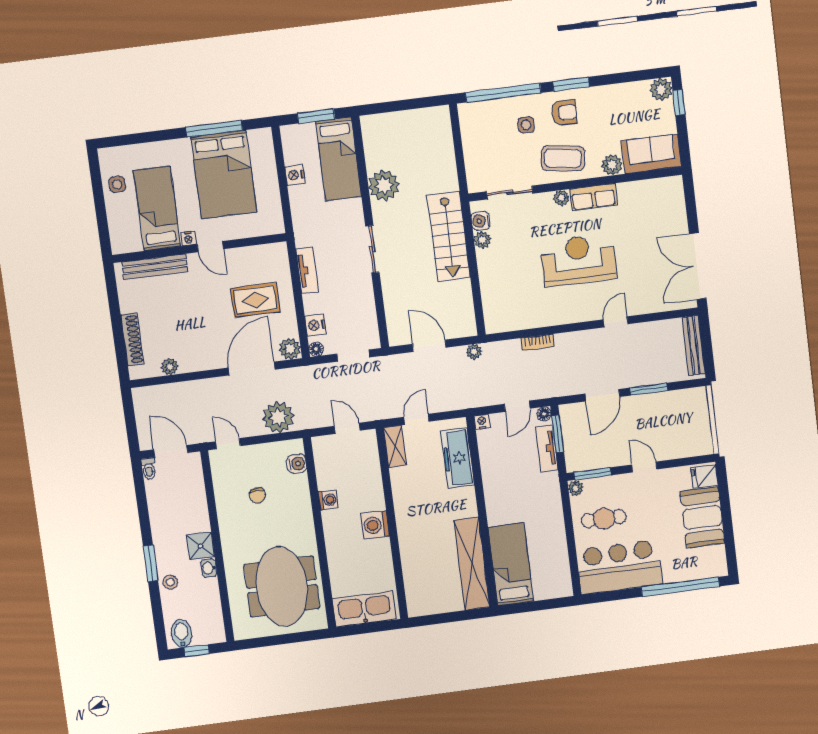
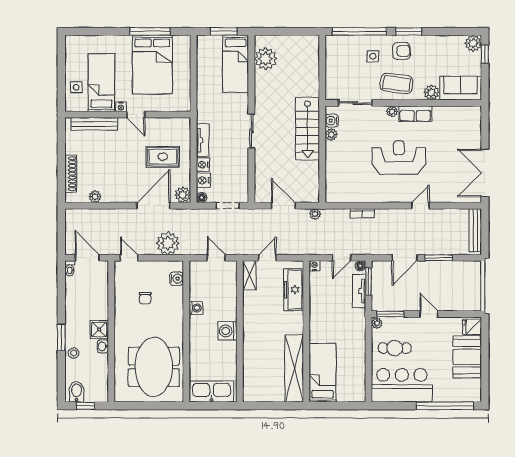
nightstand: (295, 175) -> (203, 165), moved
side table: (117, 184) -> (76, 87), moved
plant: (384, 185) -> (266, 59), moved

